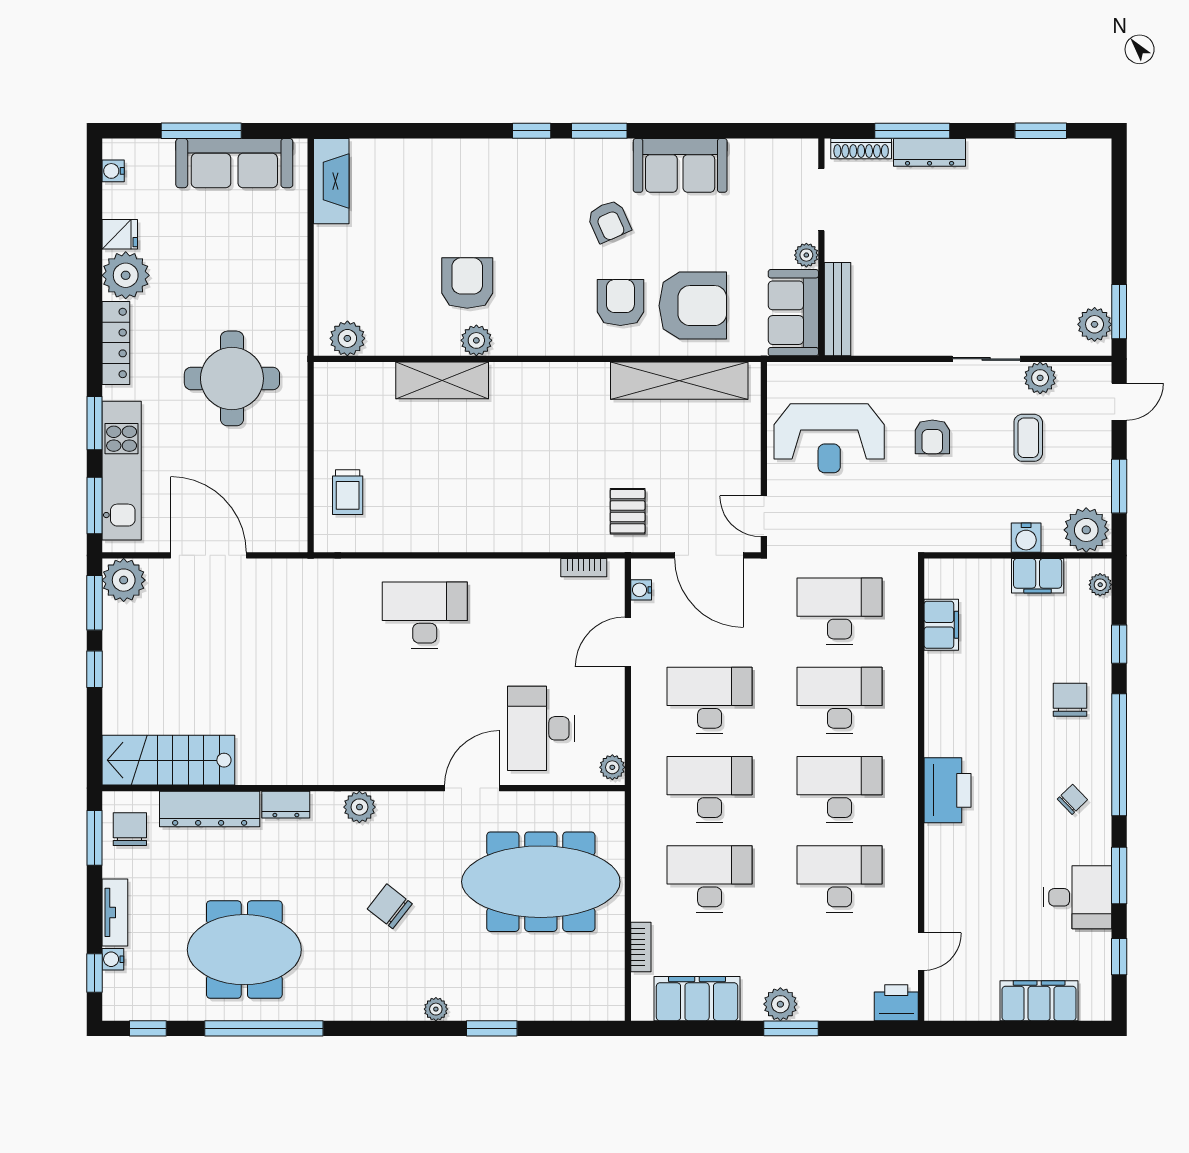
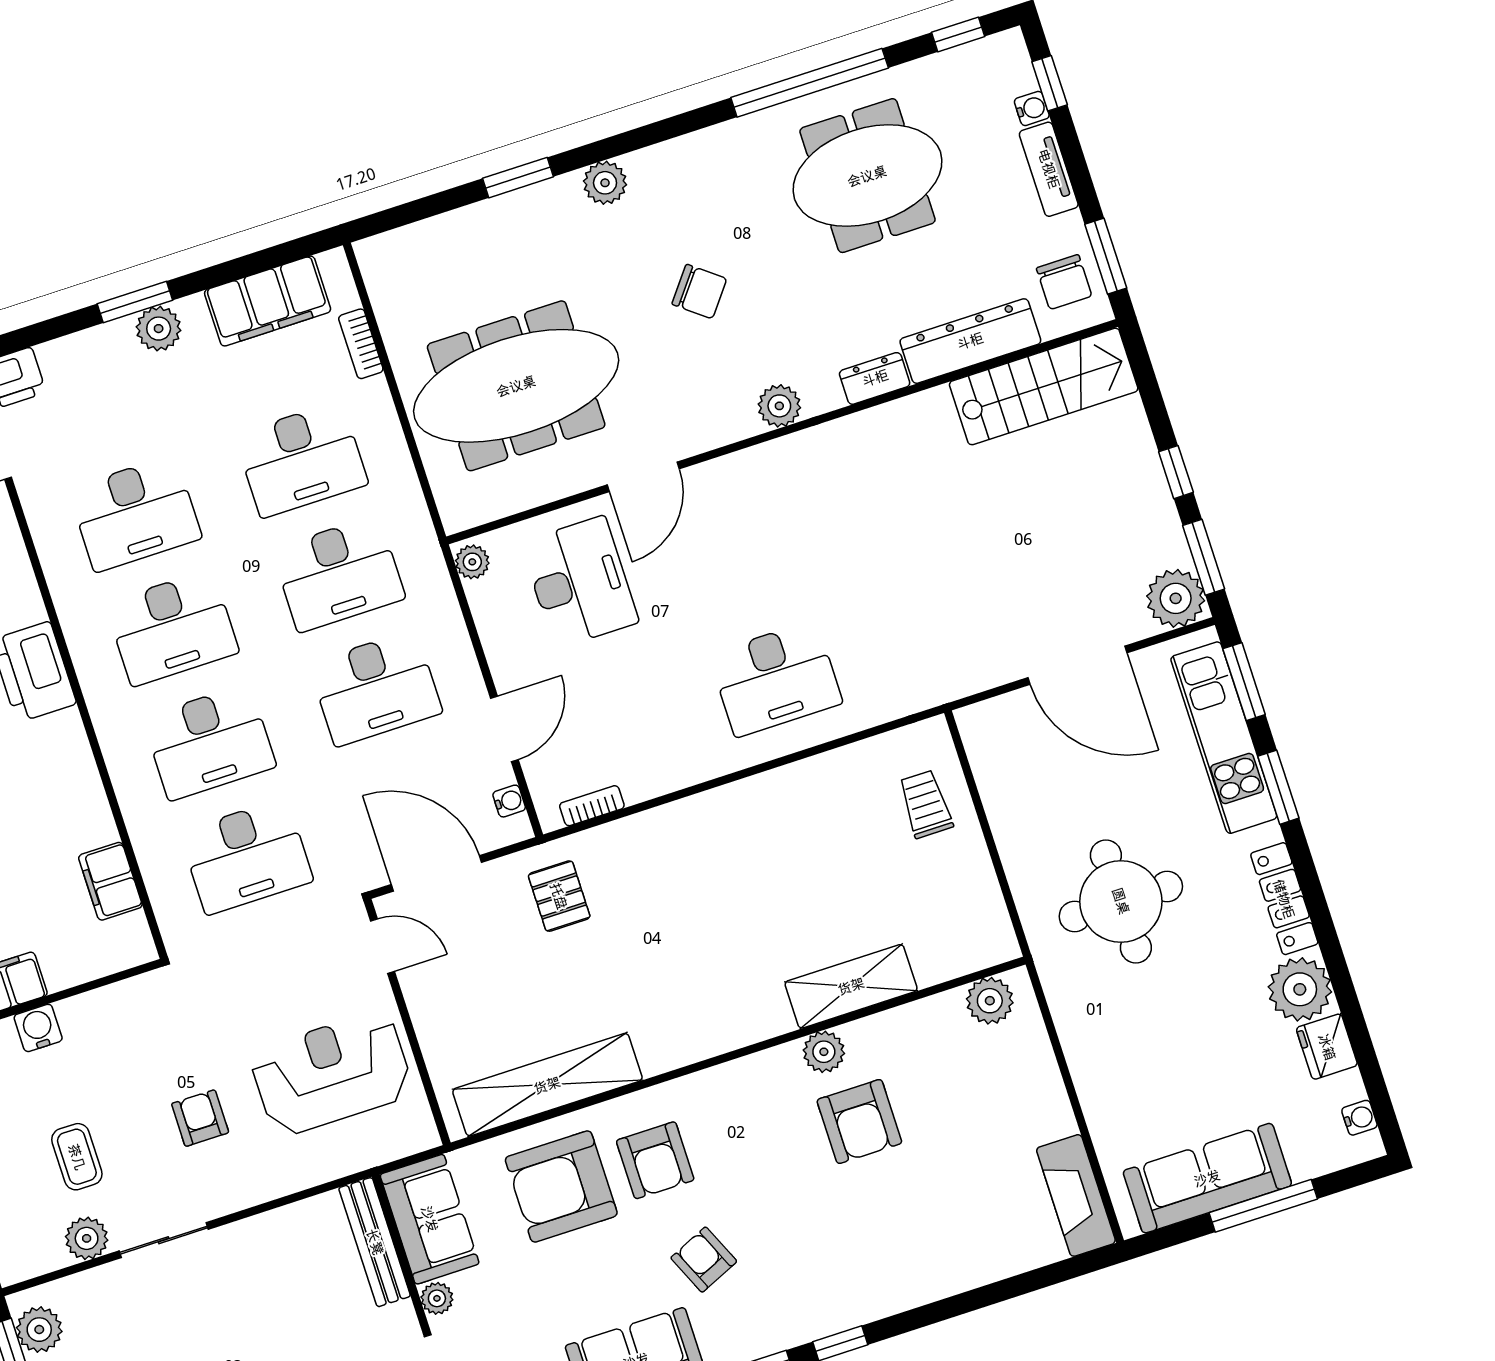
fridge: (120, 234) -> (1327, 1047), width x1.38
plant: (436, 1009) -> (605, 183), width x1.38, depth x1.38

